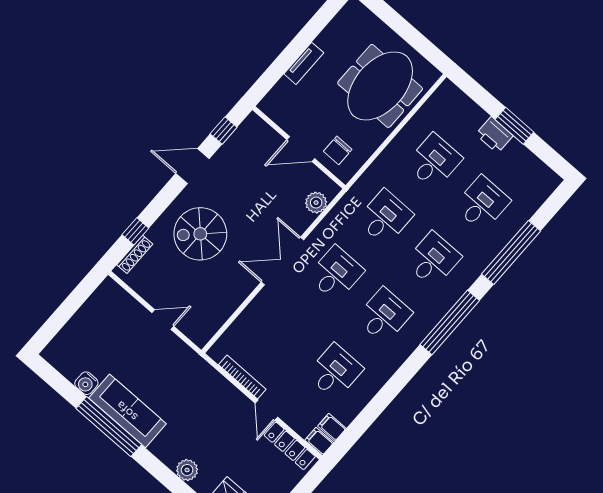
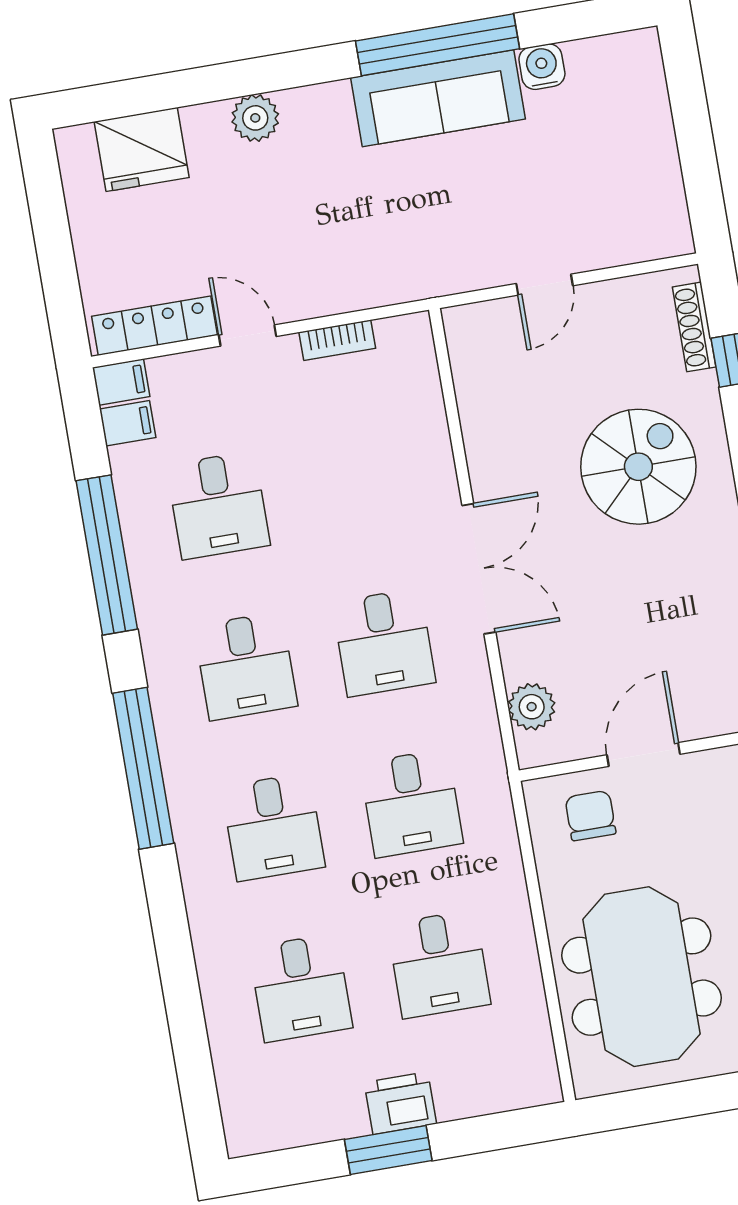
window: (511, 252) -> (107, 555), moved
bookcase: (242, 377) -> (337, 340), width x0.64

